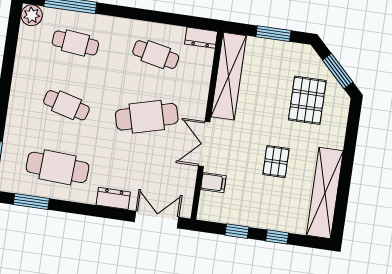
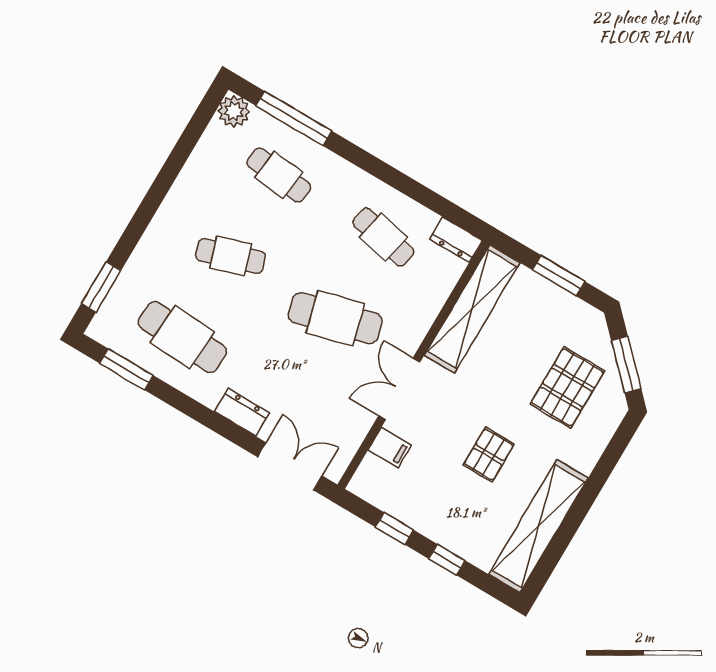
cafe table: (66, 105) -> (231, 256), turned -33

